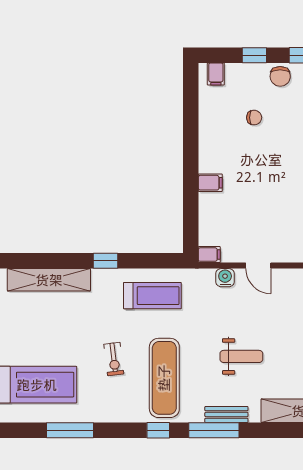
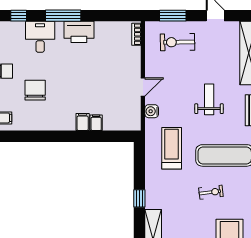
chair: (254, 118) -> (35, 90), width x1.87, depth x1.87
filing cabinet: (209, 255) -> (96, 123), moved
treadmill: (152, 296) -> (172, 148), moved

